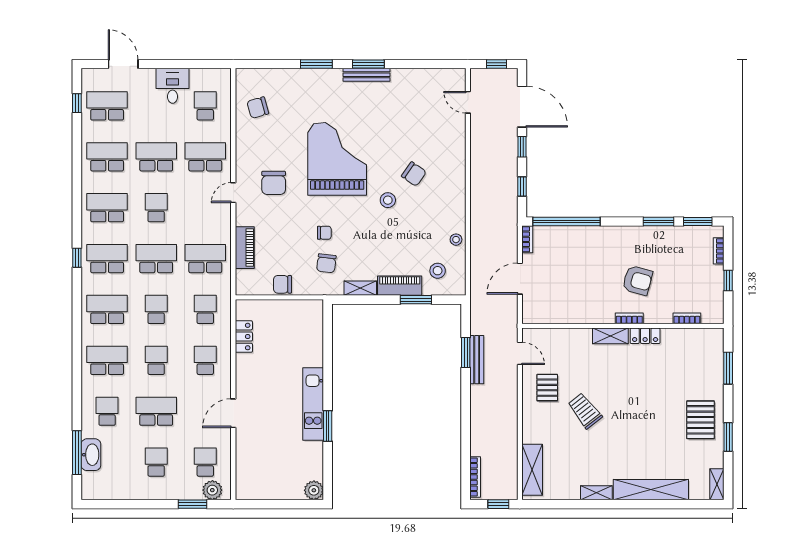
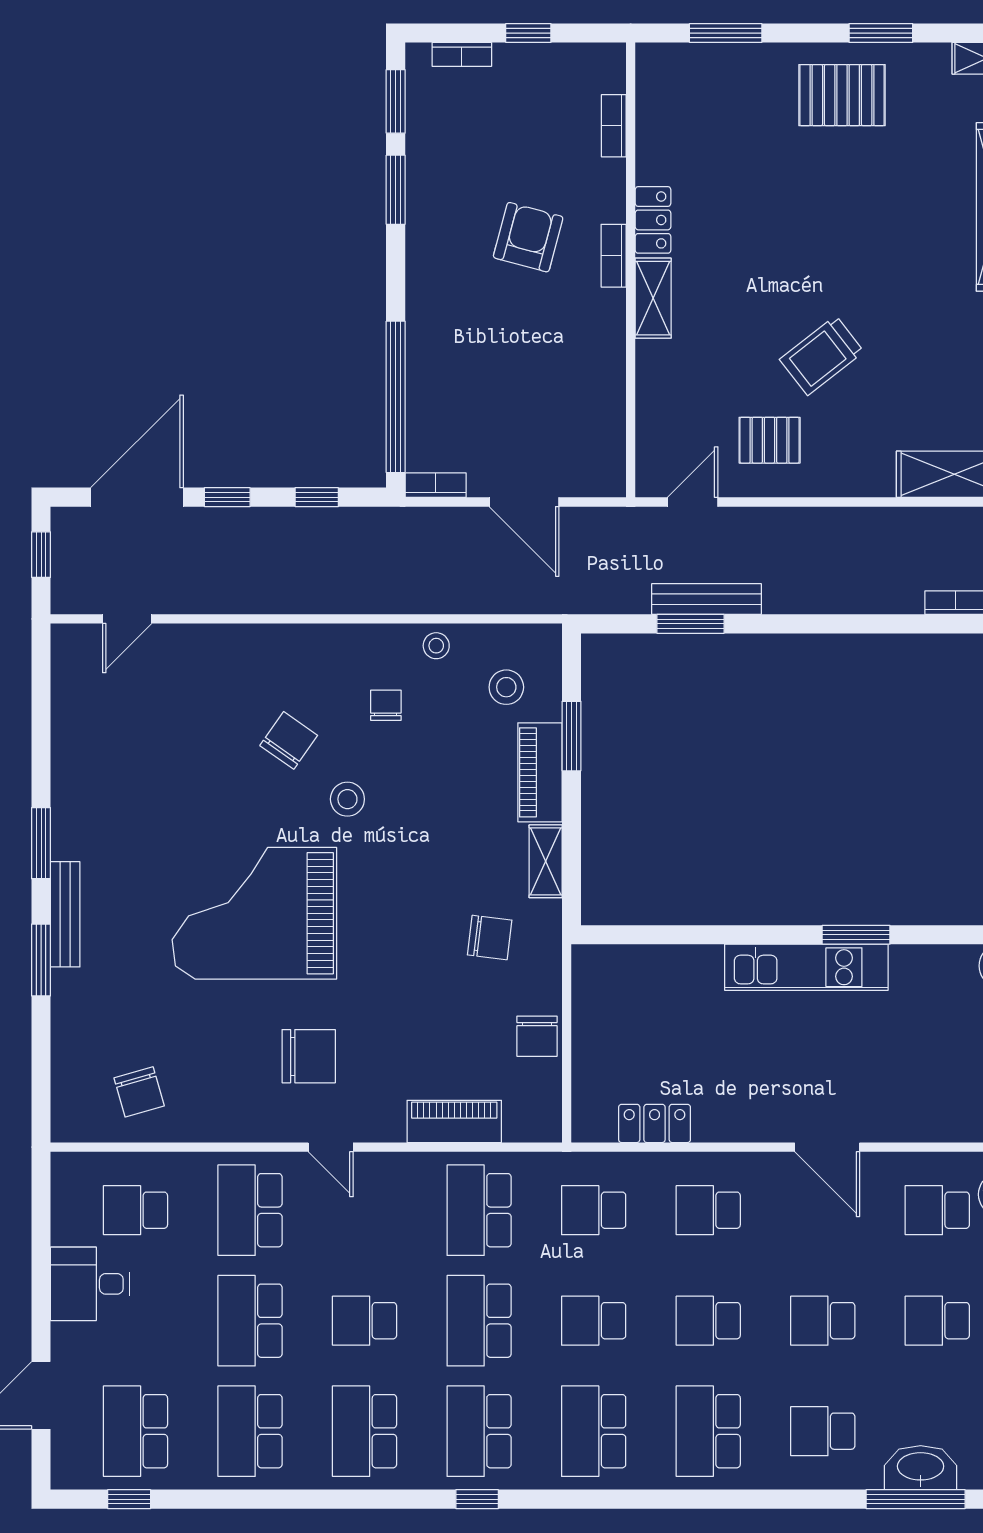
bench: (366, 75) -> (65, 914), moved
chair: (324, 233) -> (386, 705), moved
school desk: (156, 411) -> (823, 1321), width x0.54

